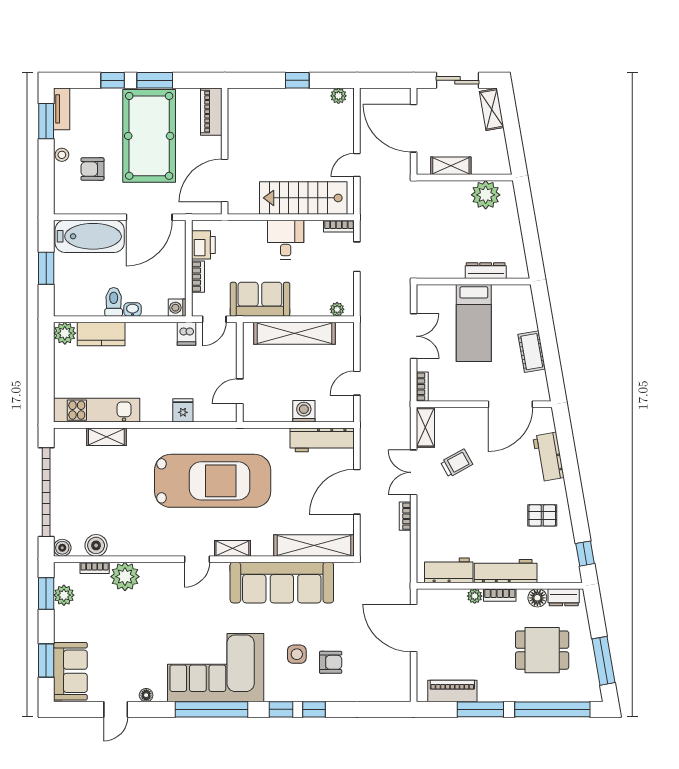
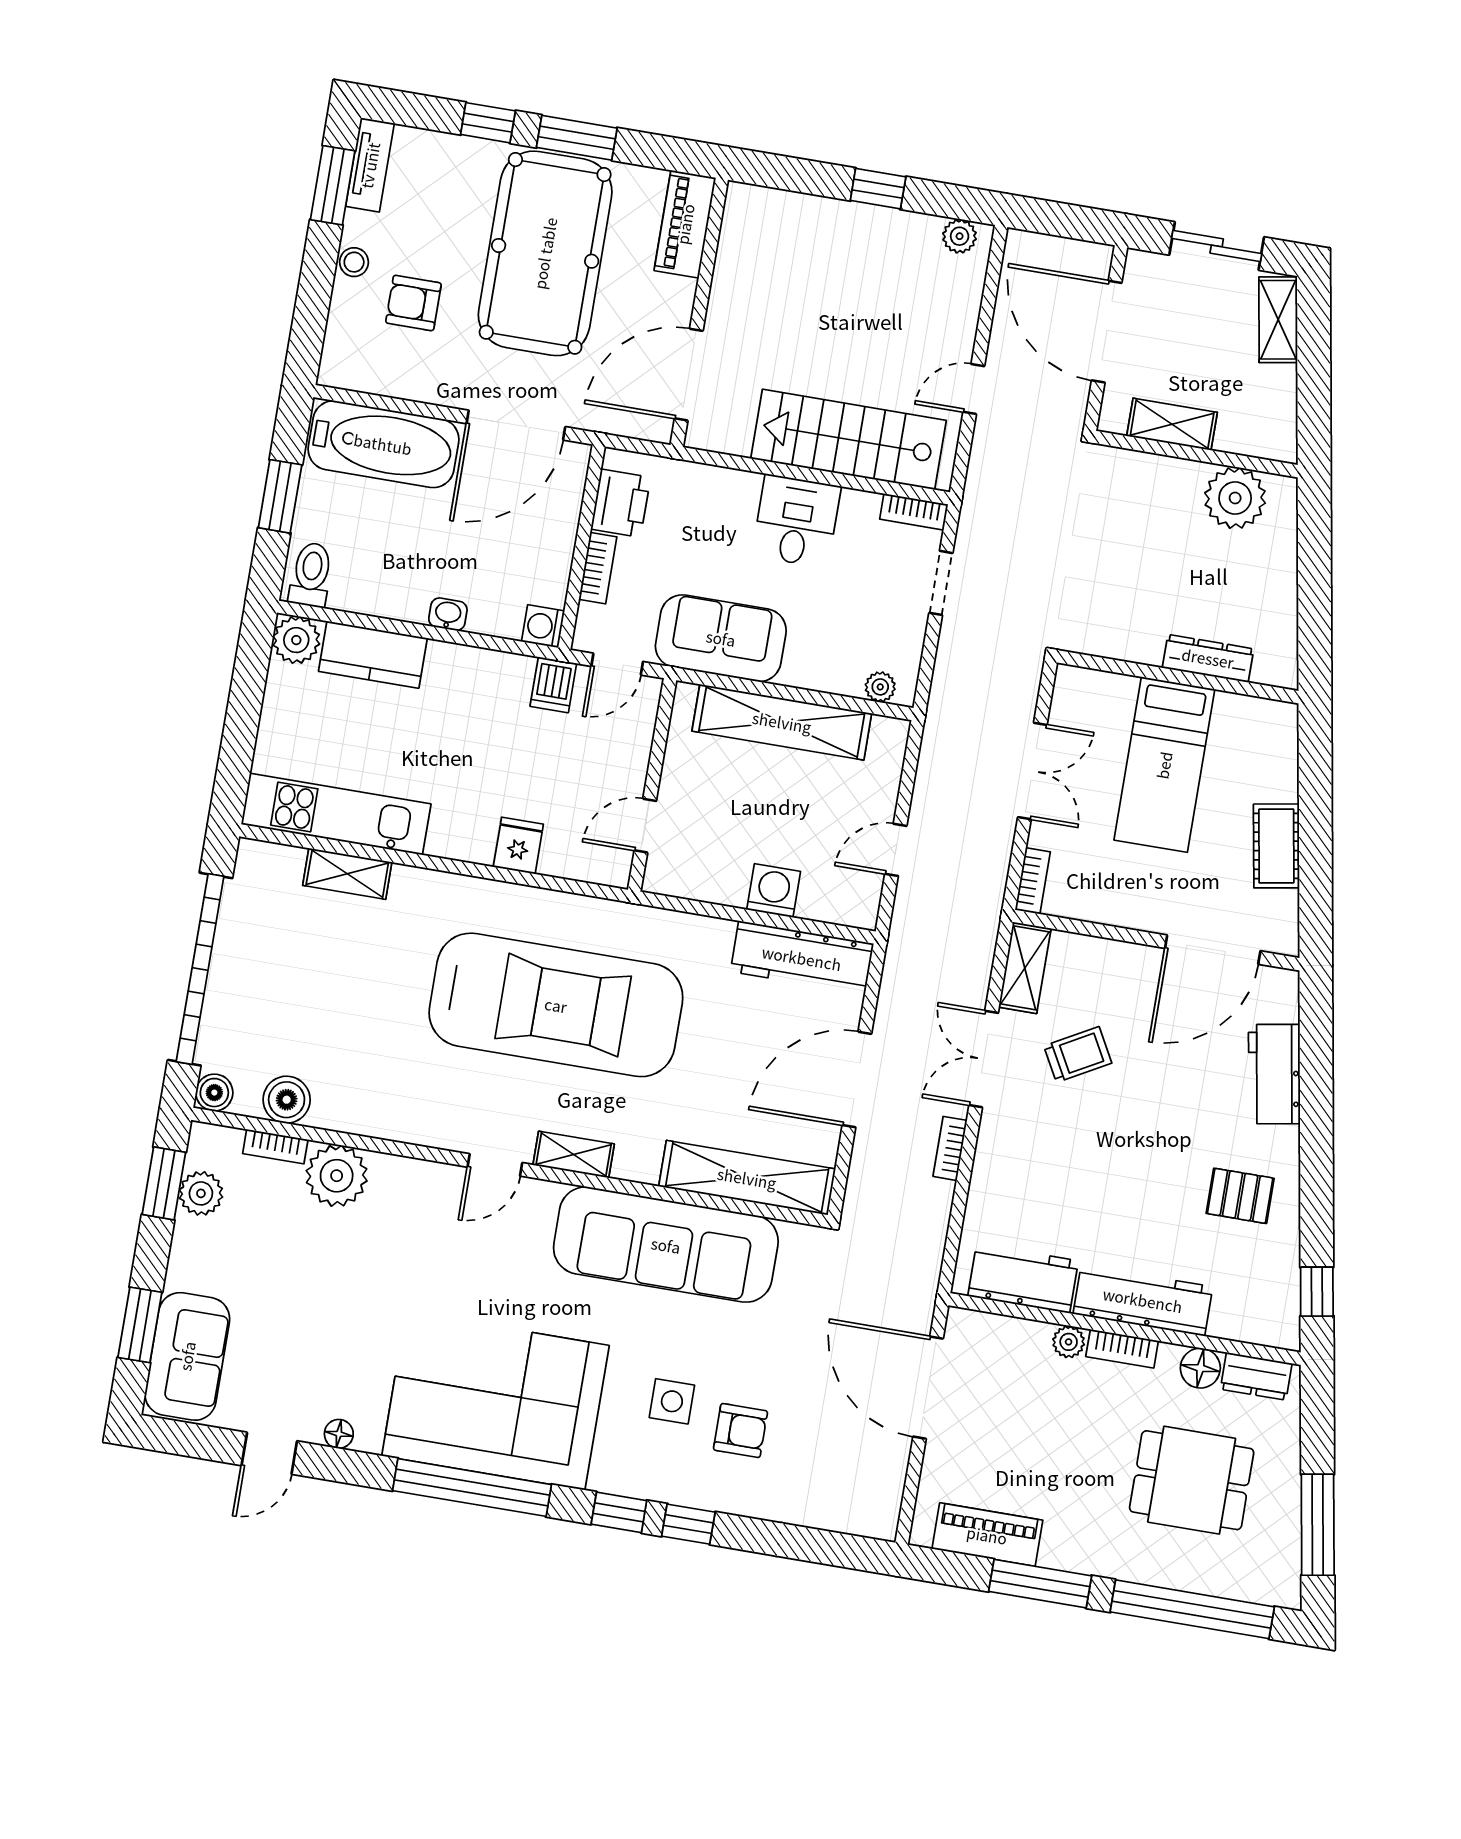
toilet: (114, 302) -> (311, 575), moved

